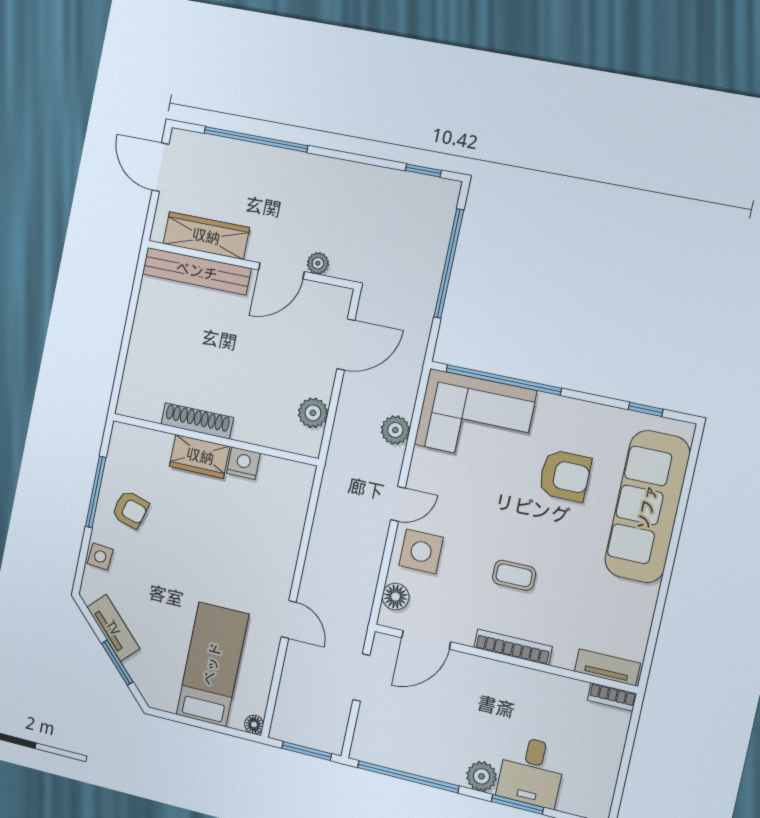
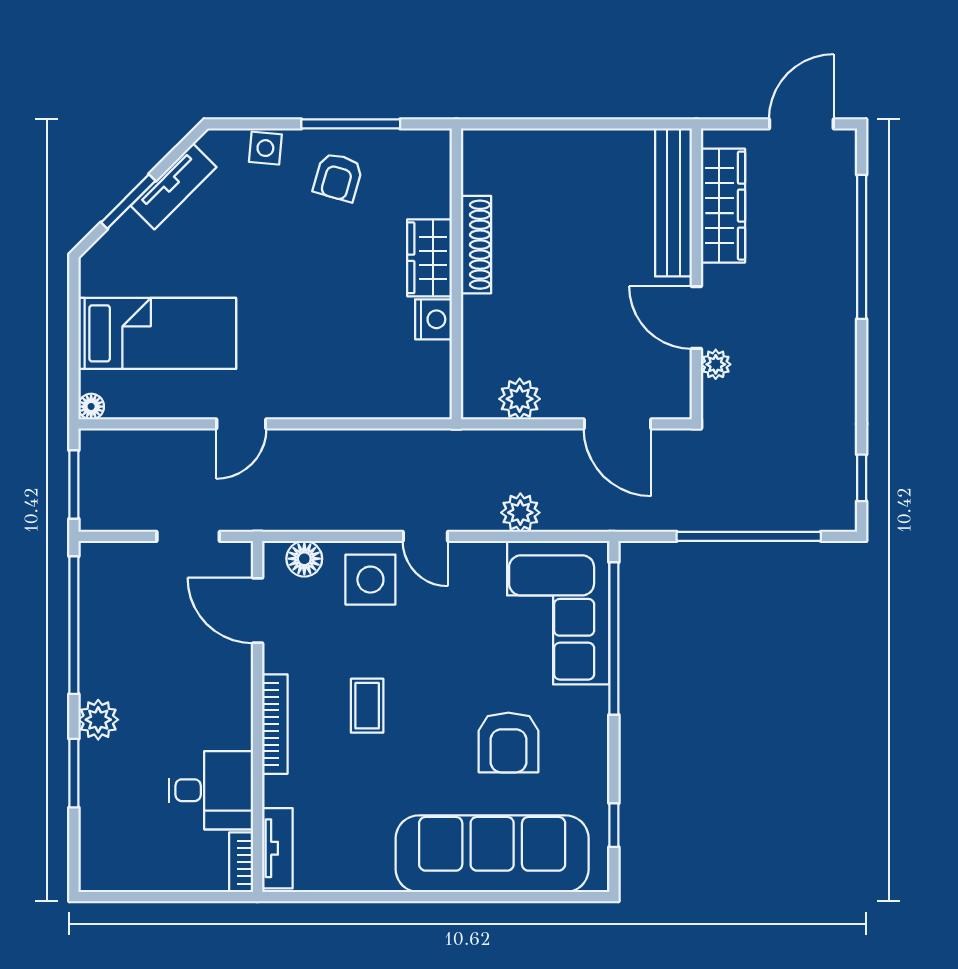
desk: (531, 772) -> (211, 790), moved, turned 180

